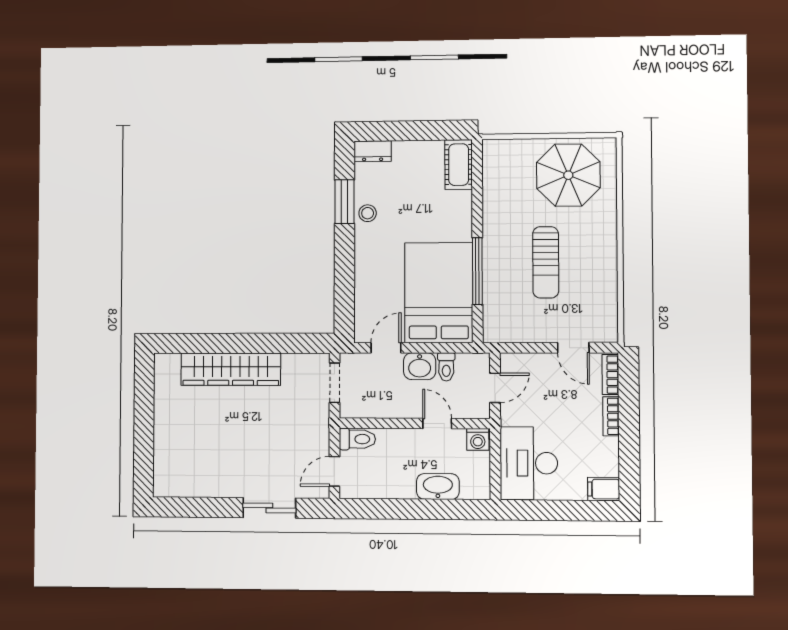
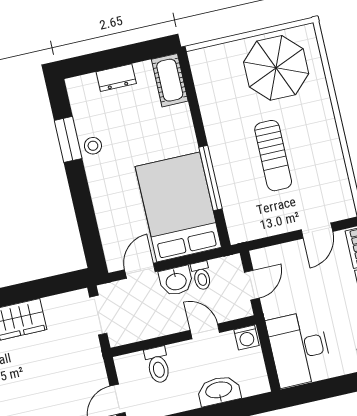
dresser: (373, 151) -> (116, 78), moved
door: (573, 348) -> (317, 231), hinge flipped
toilet: (357, 439) -> (158, 365), moved, turned 90

